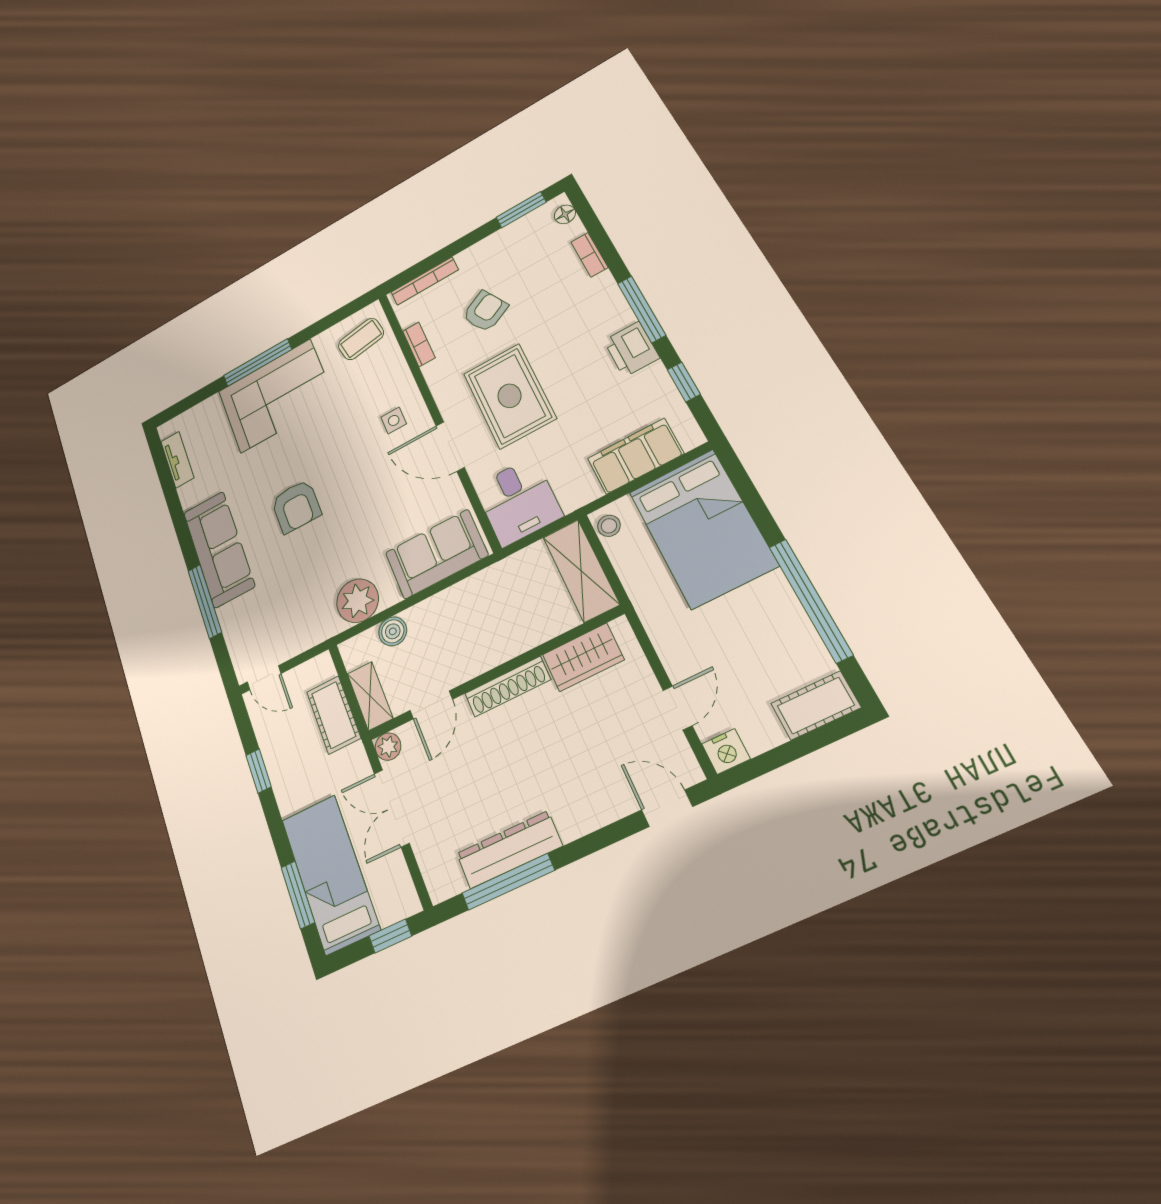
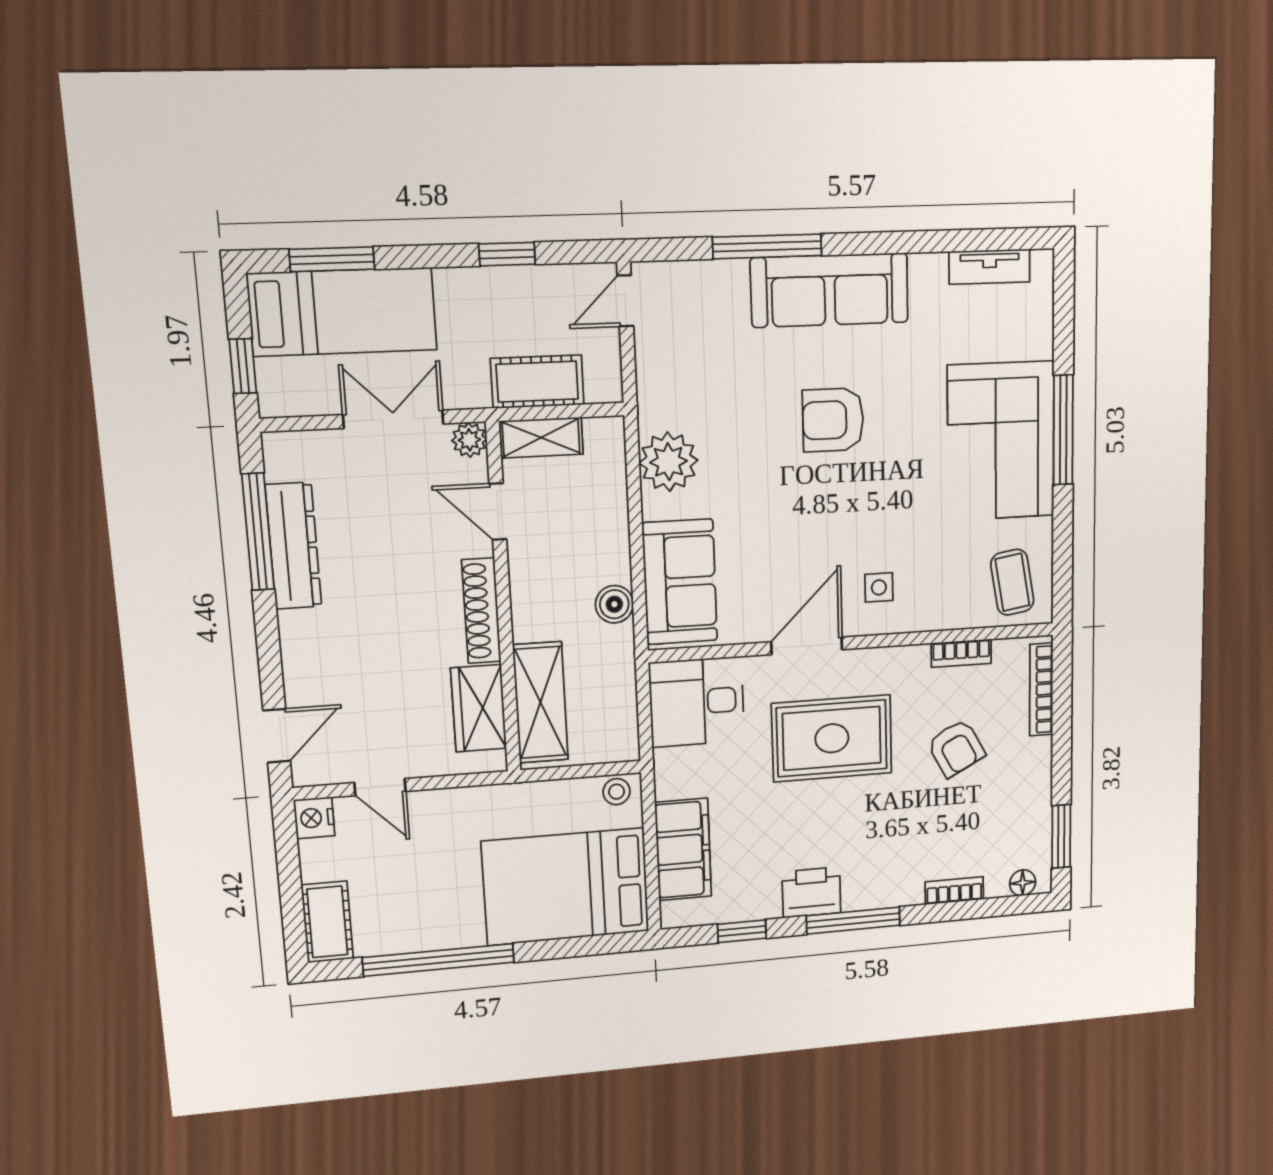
shelving: (581, 571) -> (541, 702), moved, turned 90
boiler: (393, 631) -> (614, 604), moved

